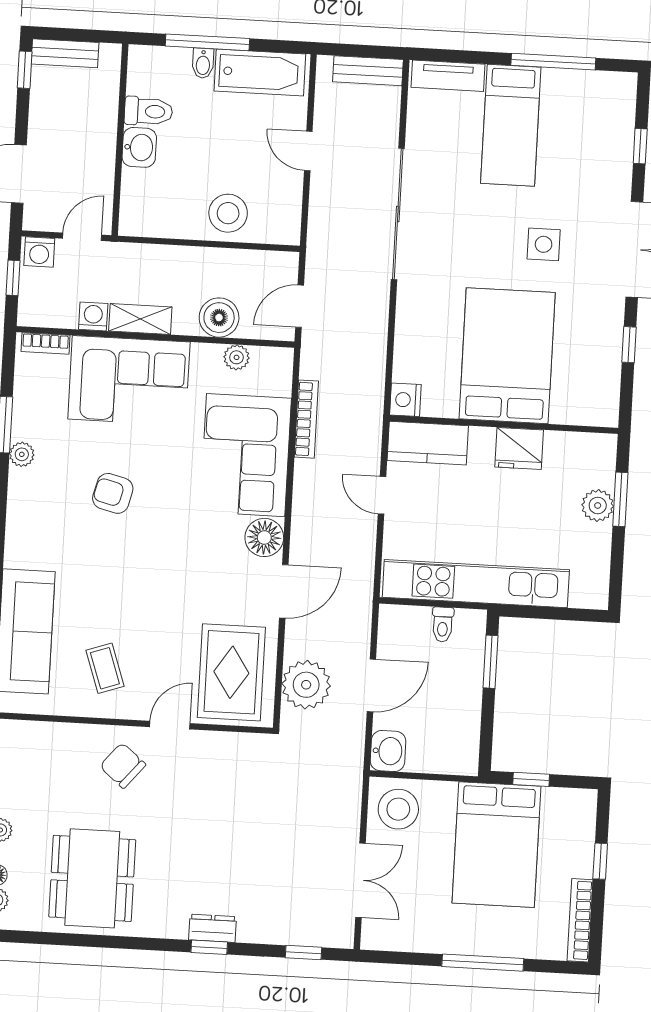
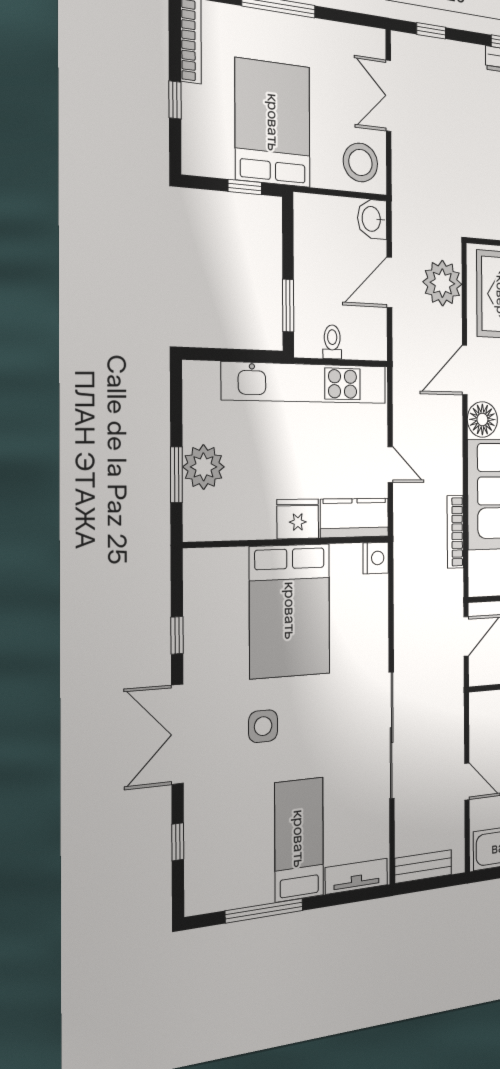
fridge: (519, 448) -> (298, 519), moved
plant: (598, 505) -> (203, 467), width x1.36, depth x1.36

